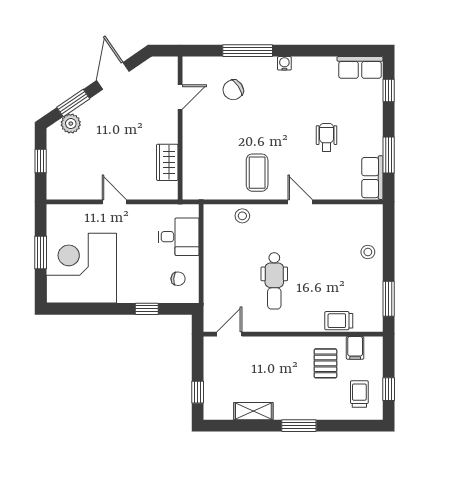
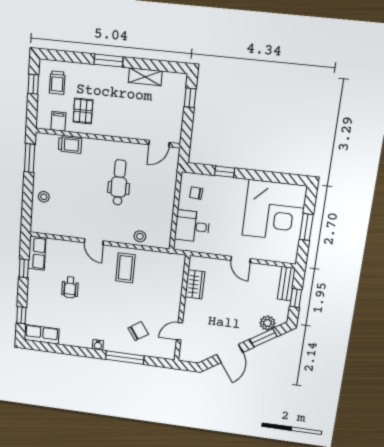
window: (389, 155) -> (24, 268), width x0.67
bench: (55, 178) -> (286, 284), added

